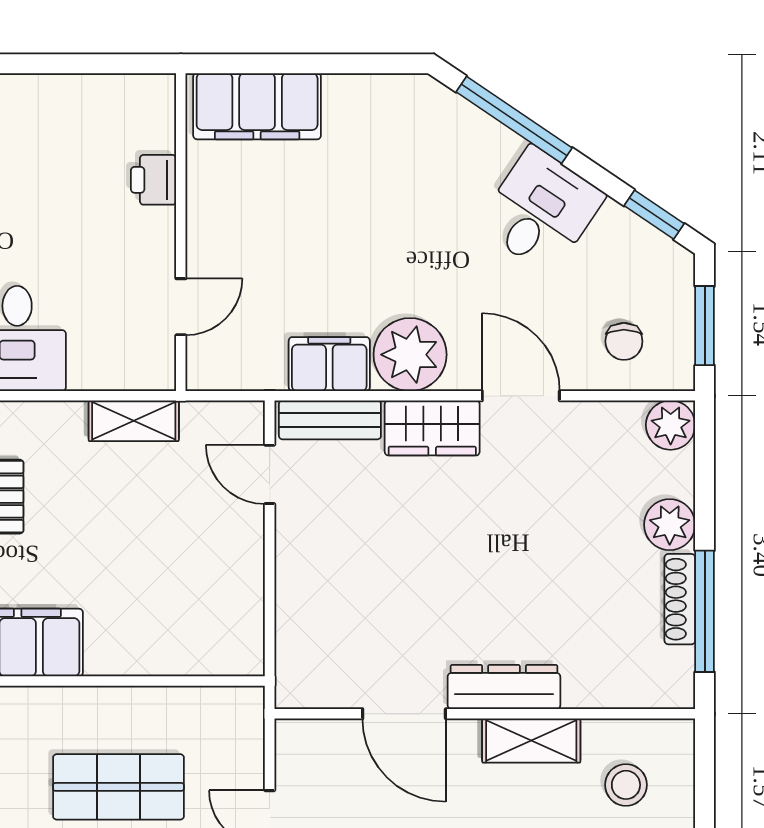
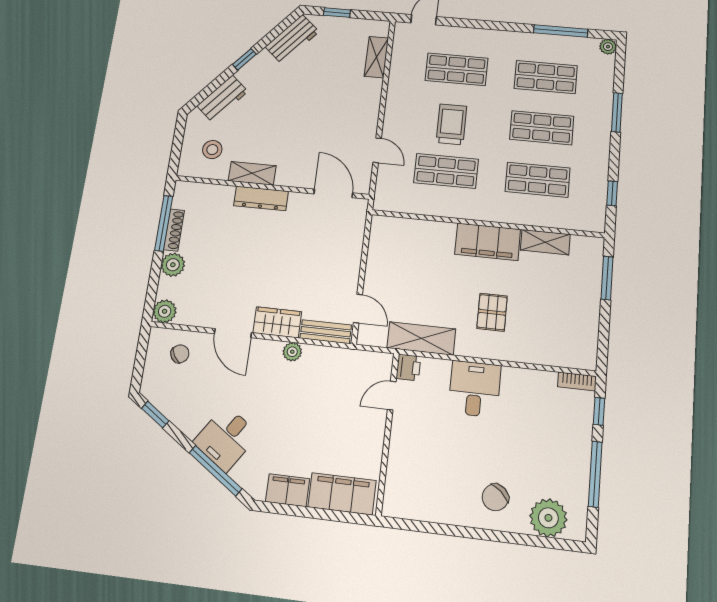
printer: (153, 180) -> (408, 368), moved
desk: (541, 211) -> (226, 438), moved
window: (705, 326) -> (141, 357), removed
chair: (624, 341) -> (180, 354), turned 57
plant: (410, 355) -> (292, 352), width x0.53, depth x0.53
filing cabinet: (329, 364) -> (288, 490), moved, turned 180
shelving: (134, 421) -> (421, 338), width x1.50, depth x1.33
door: (404, 714) -> (333, 193), moved

